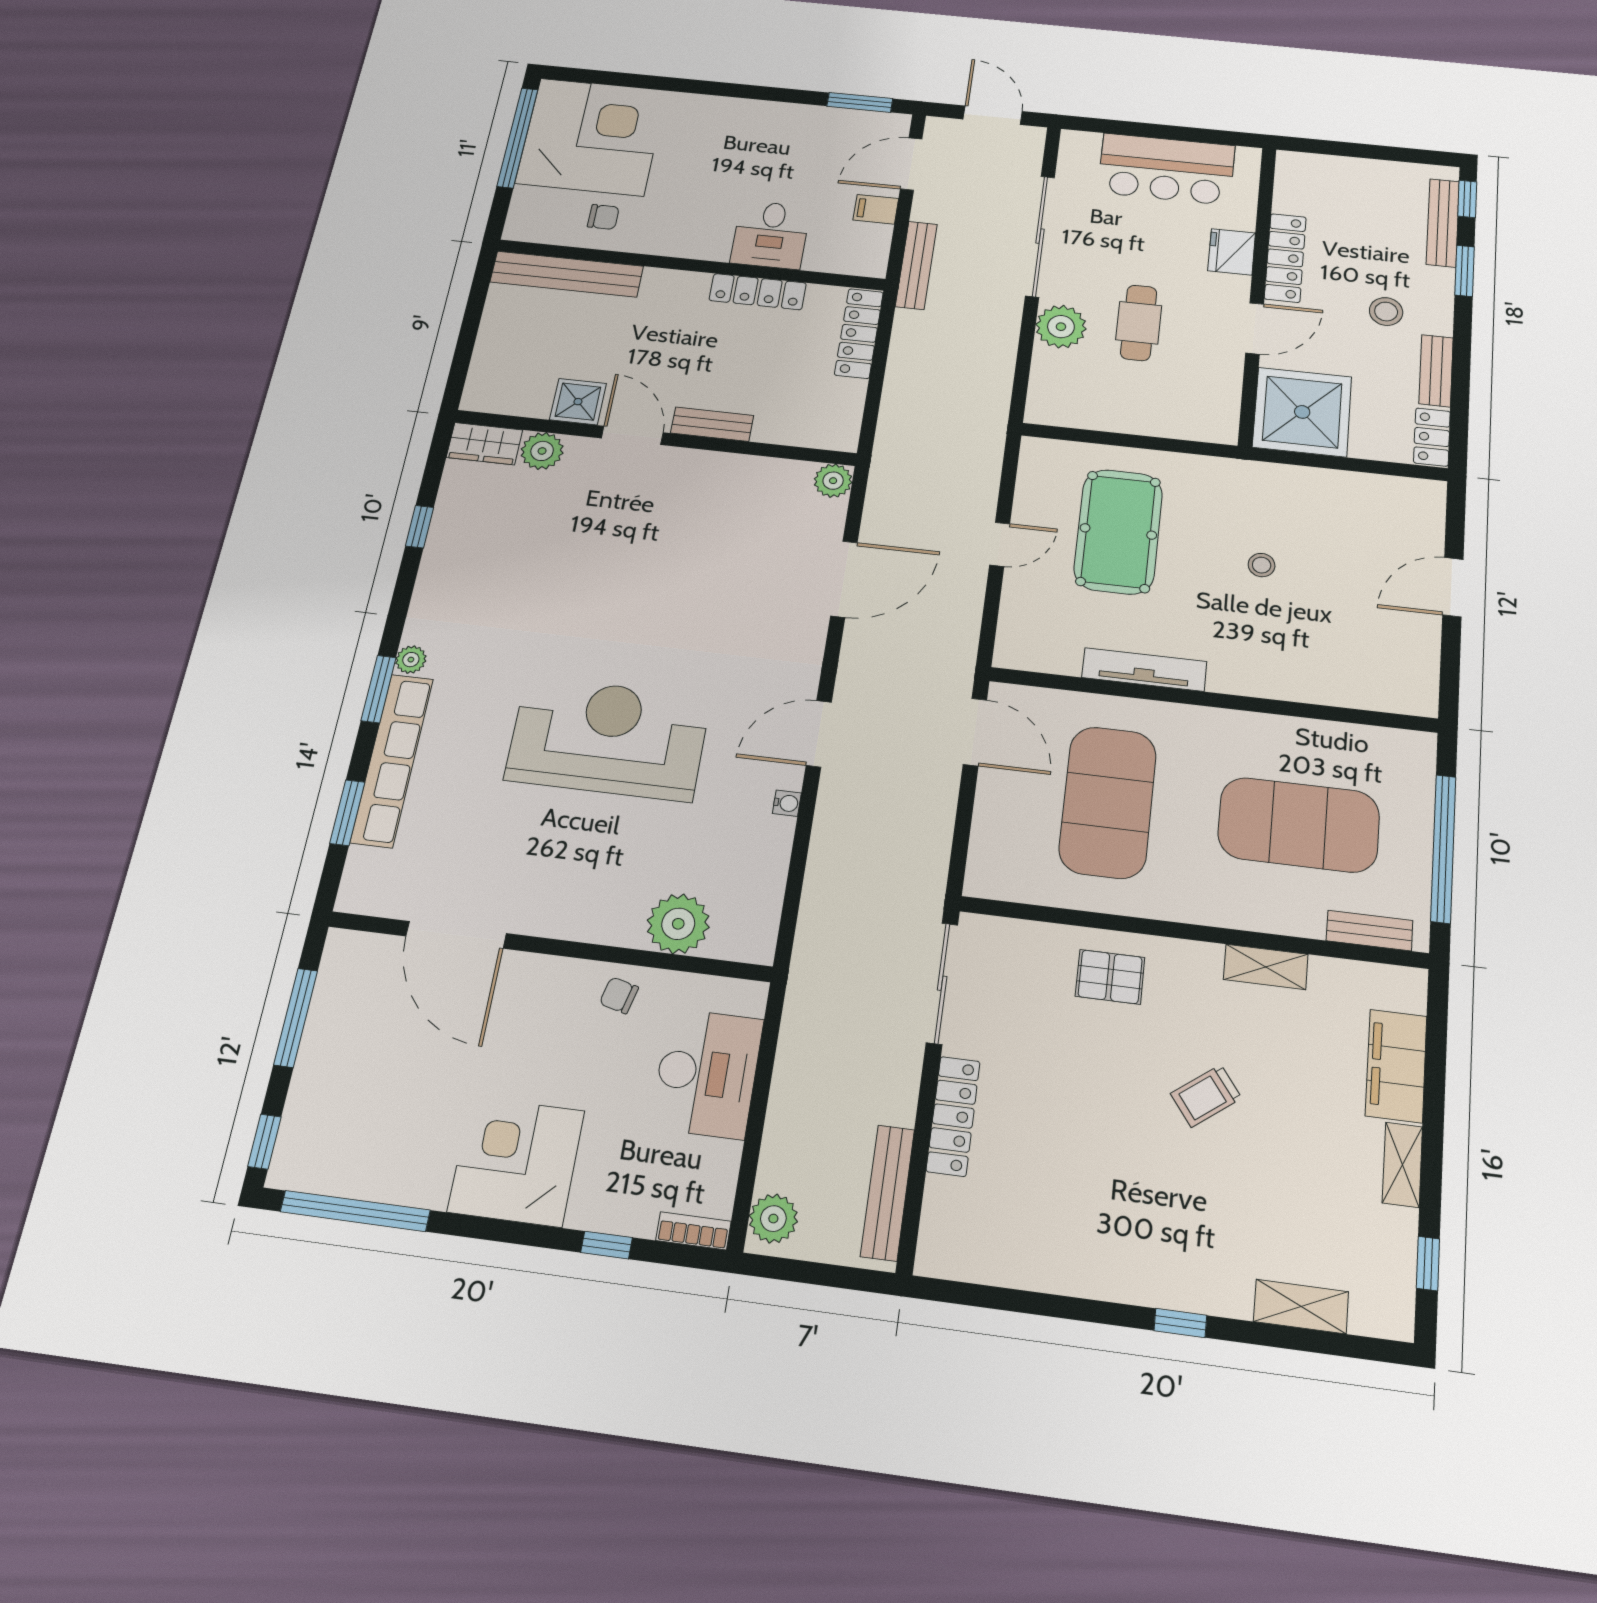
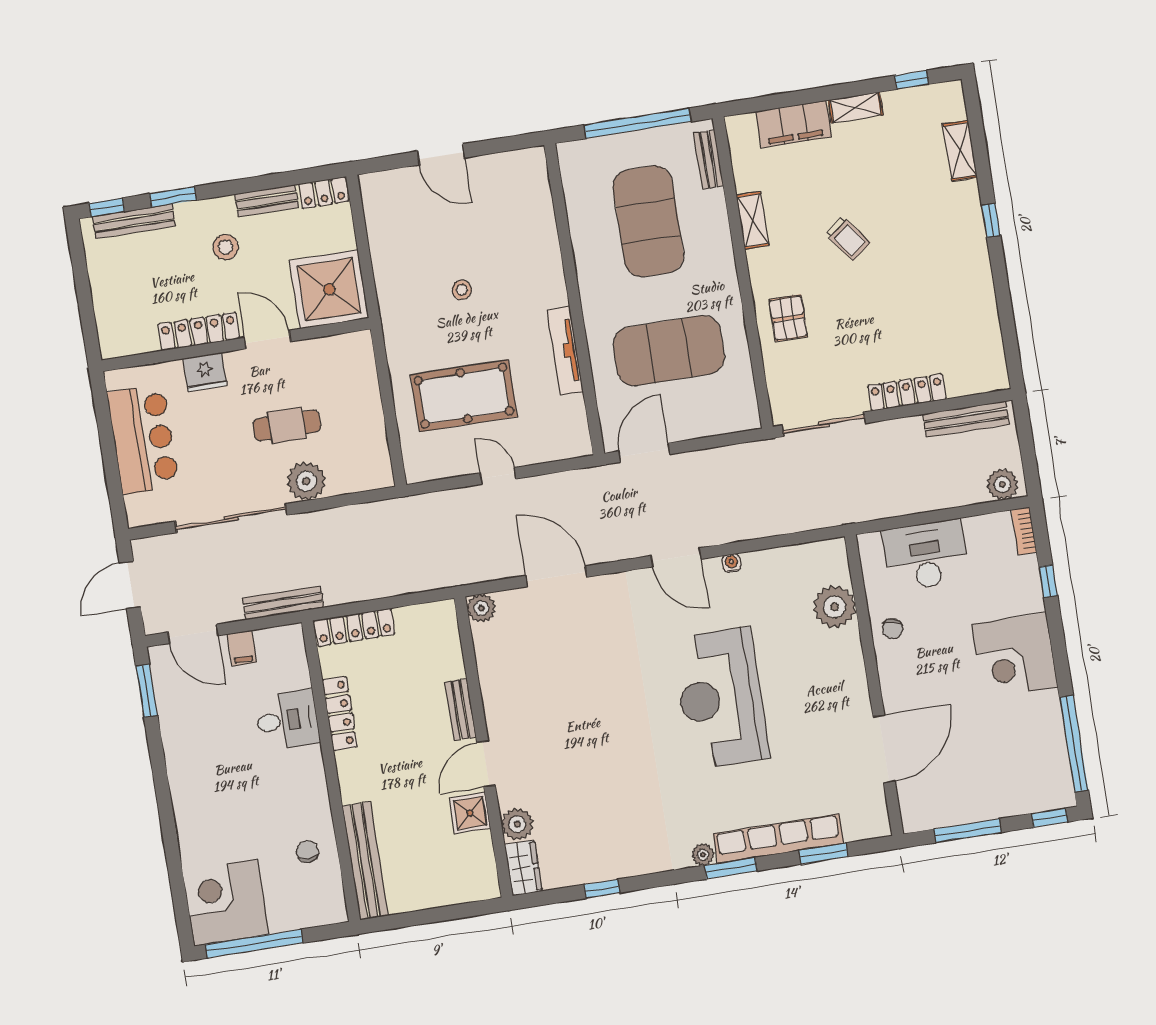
corner desk: (592, 137) -> (226, 903), width x0.74, depth x0.74

